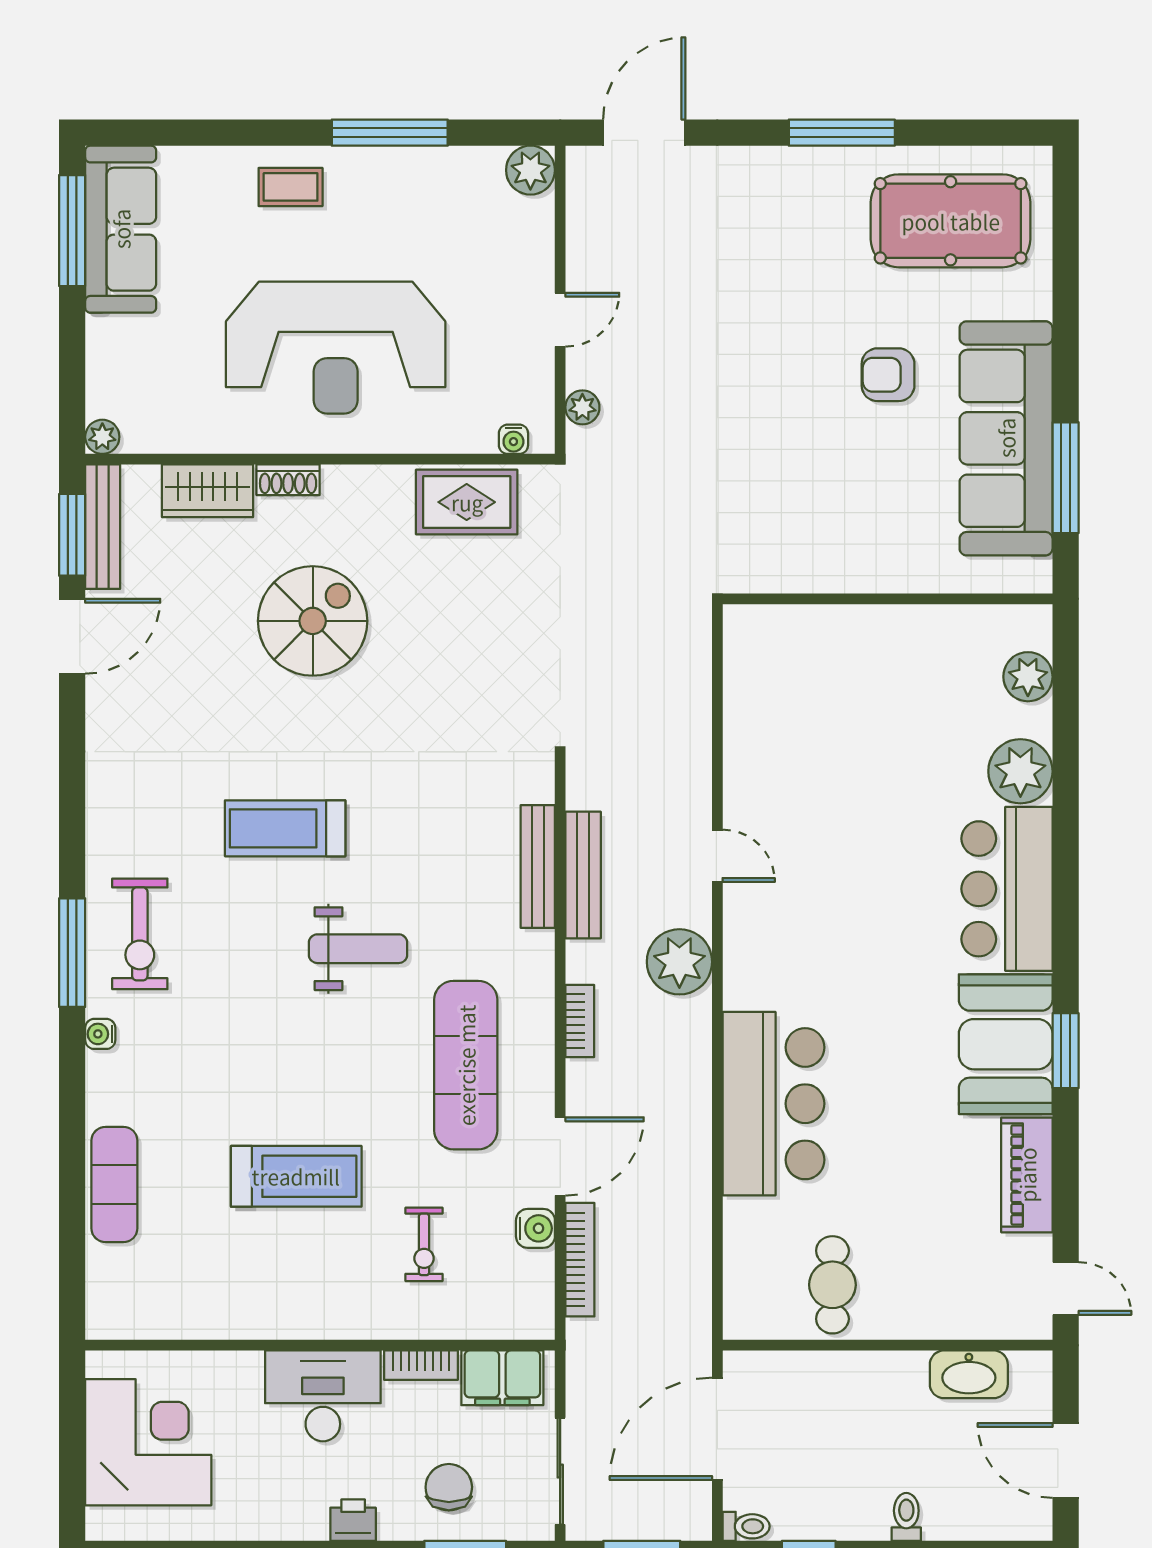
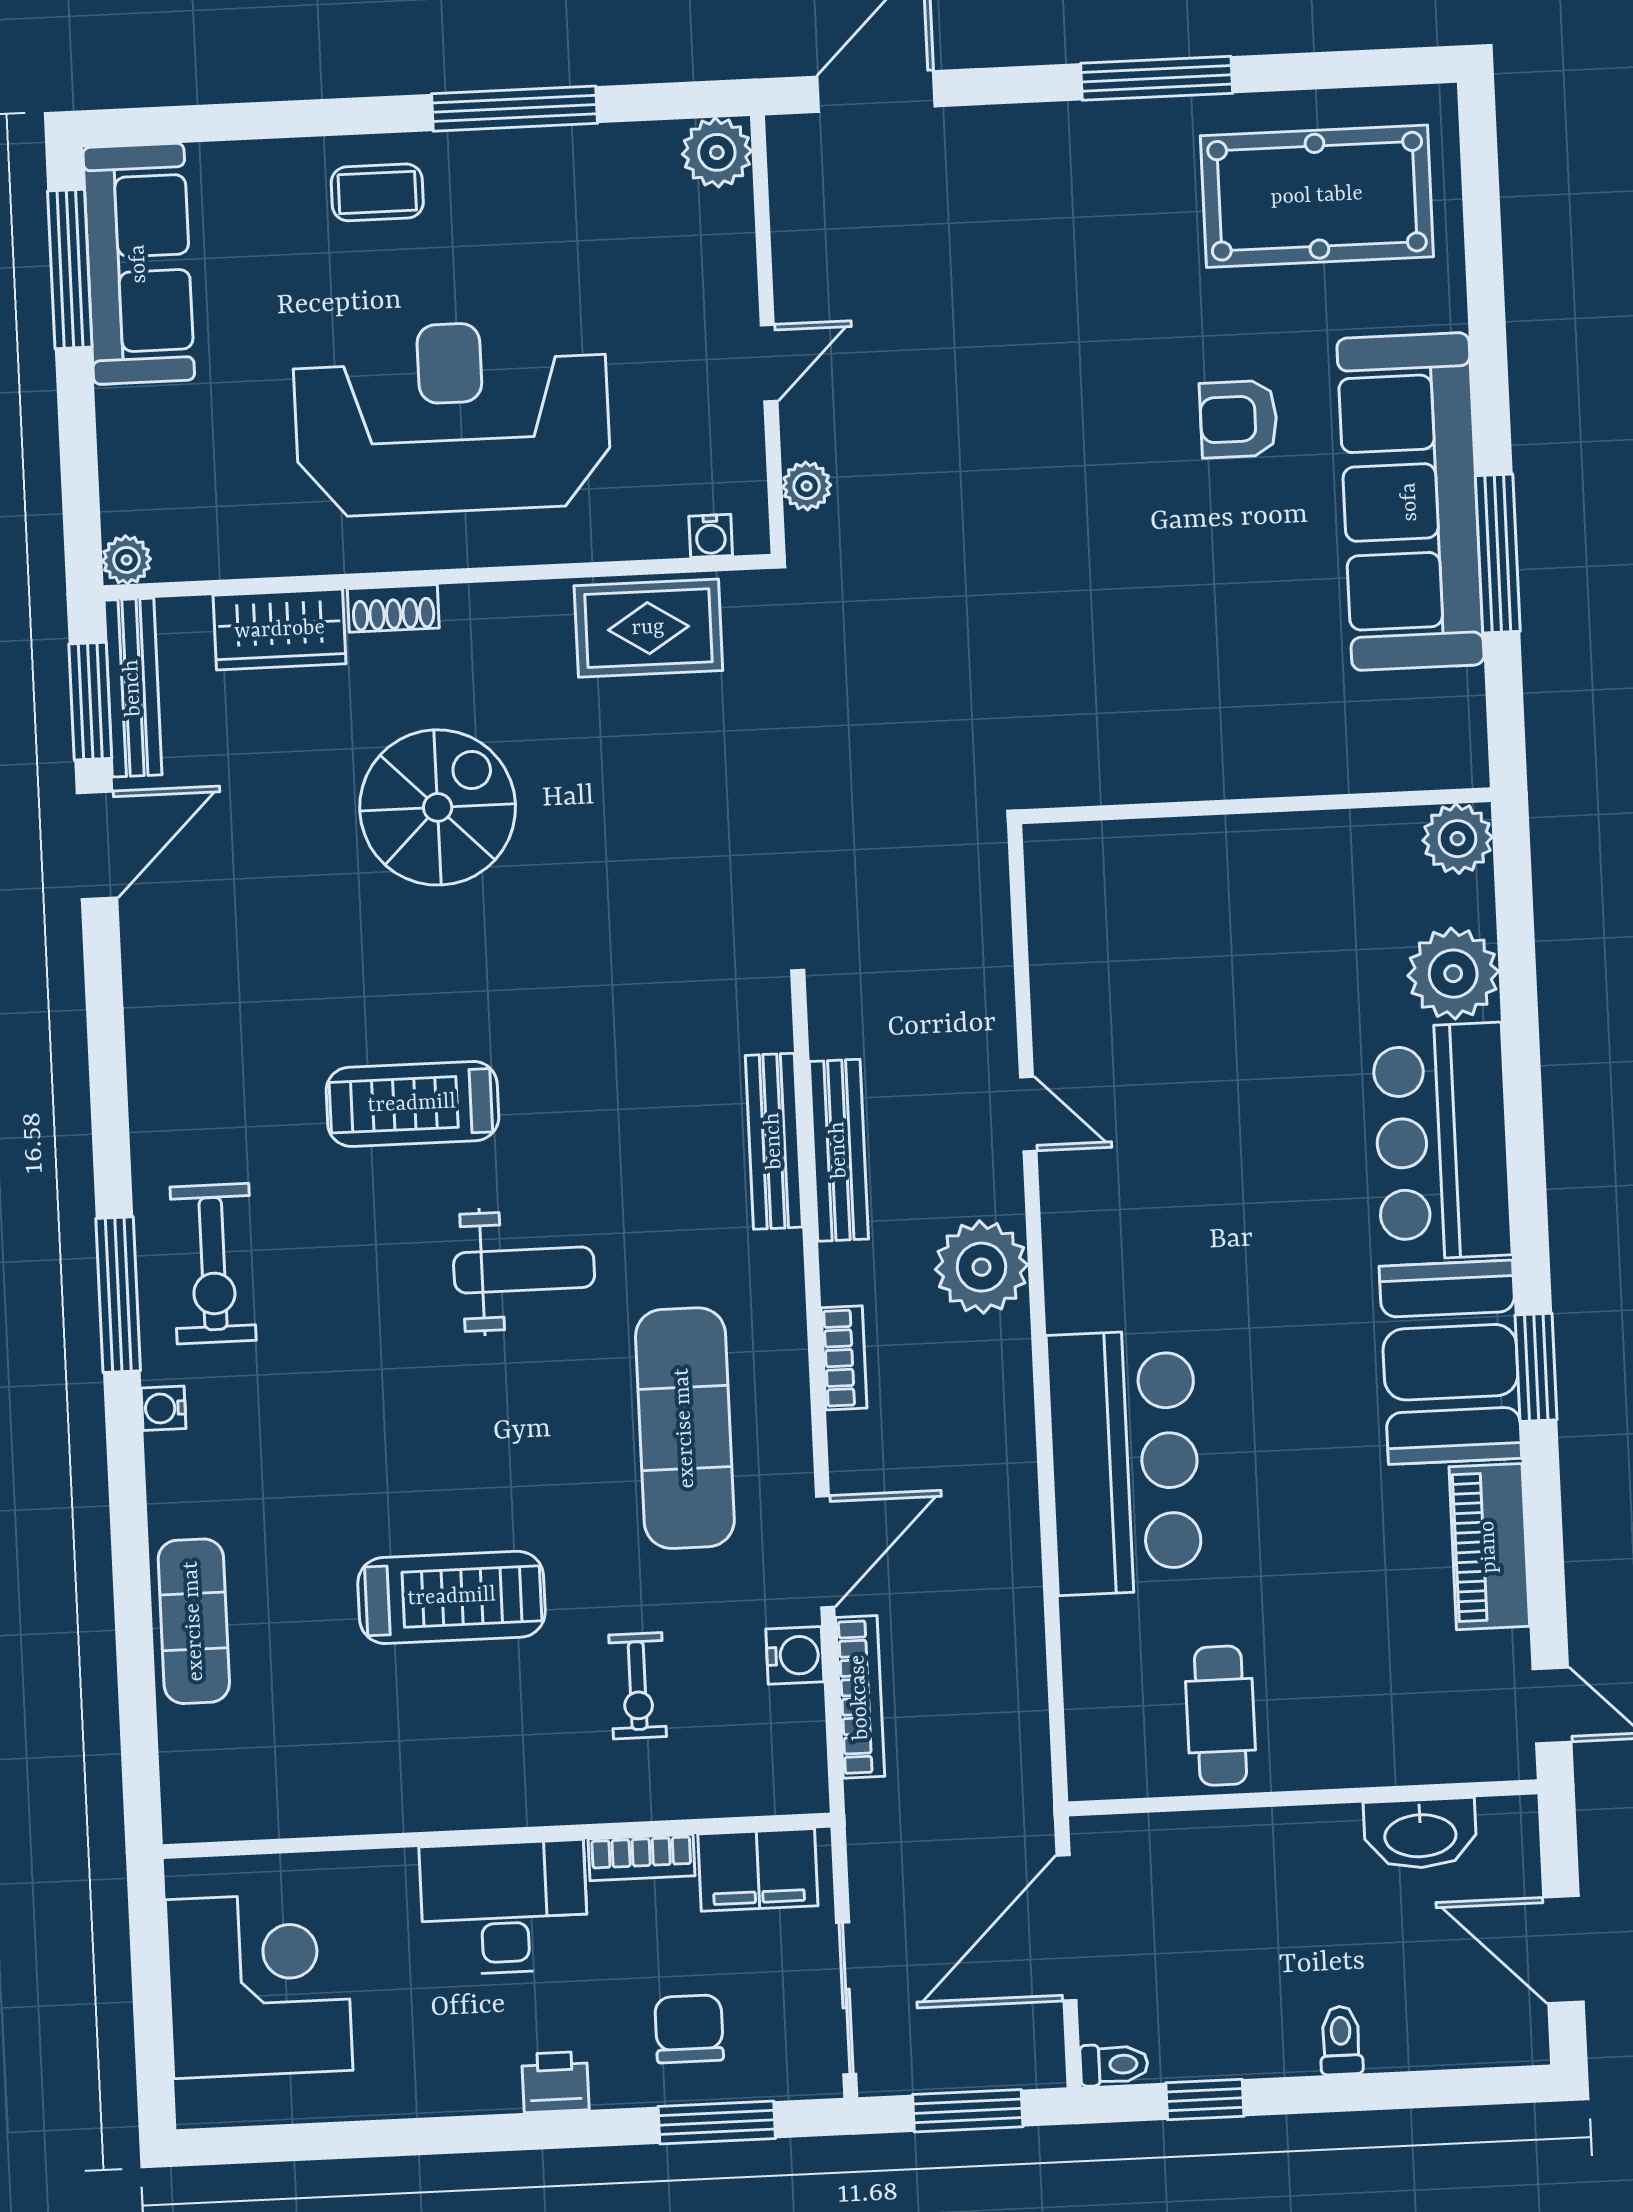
reception desk: (336, 348) -> (452, 418), turned 180
wall: (888, 599) -> (1256, 806), moved

